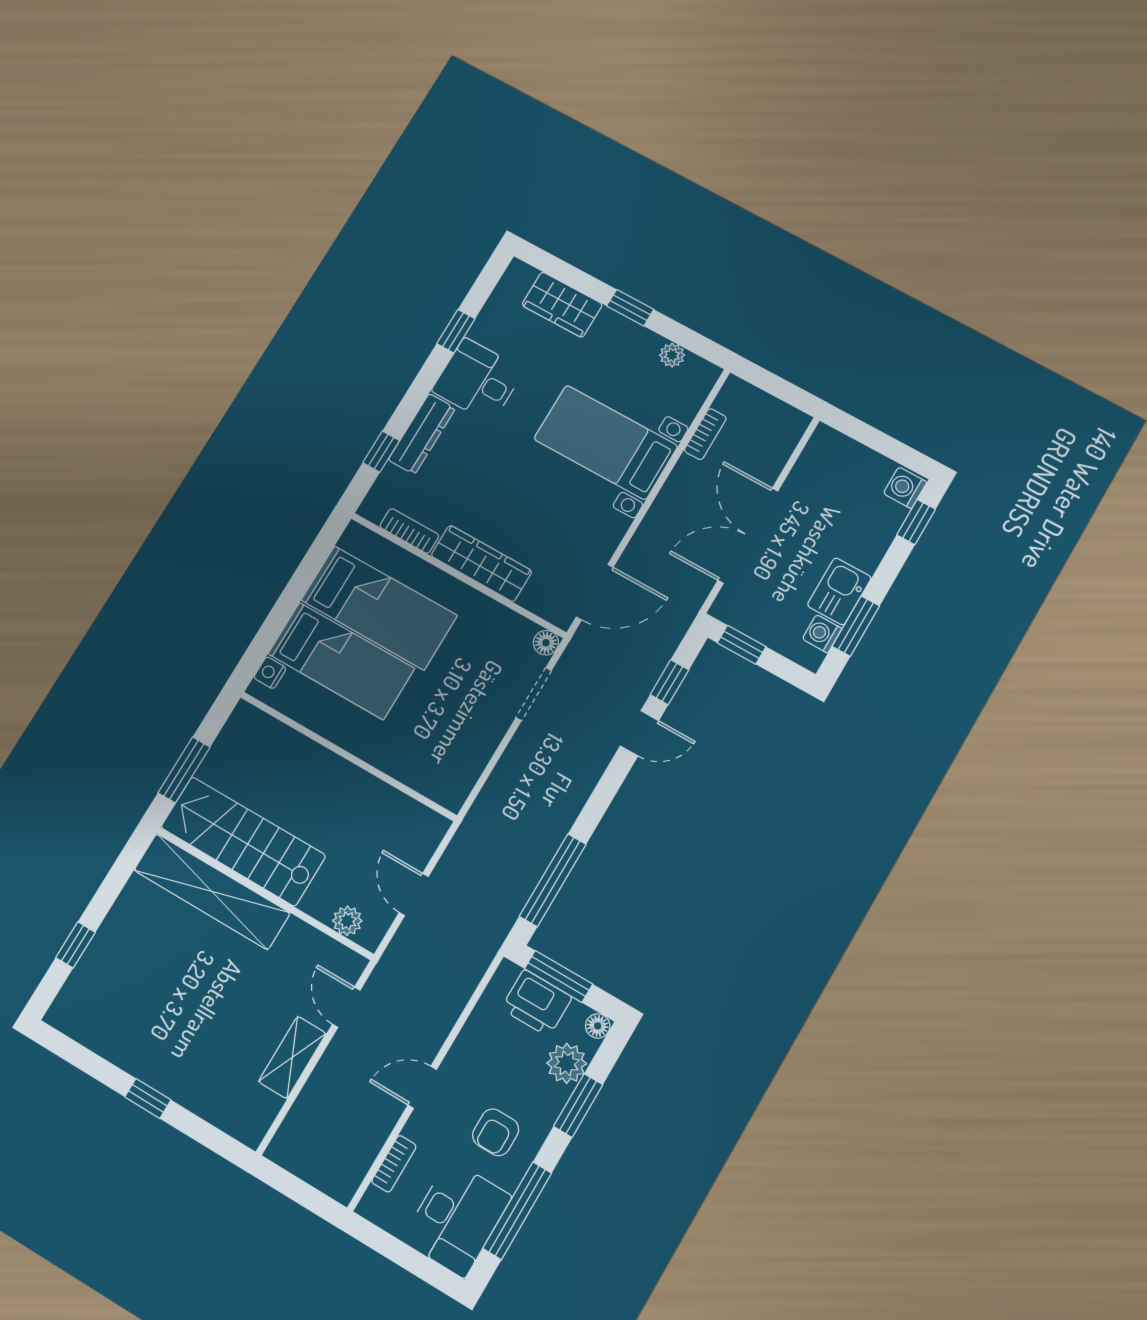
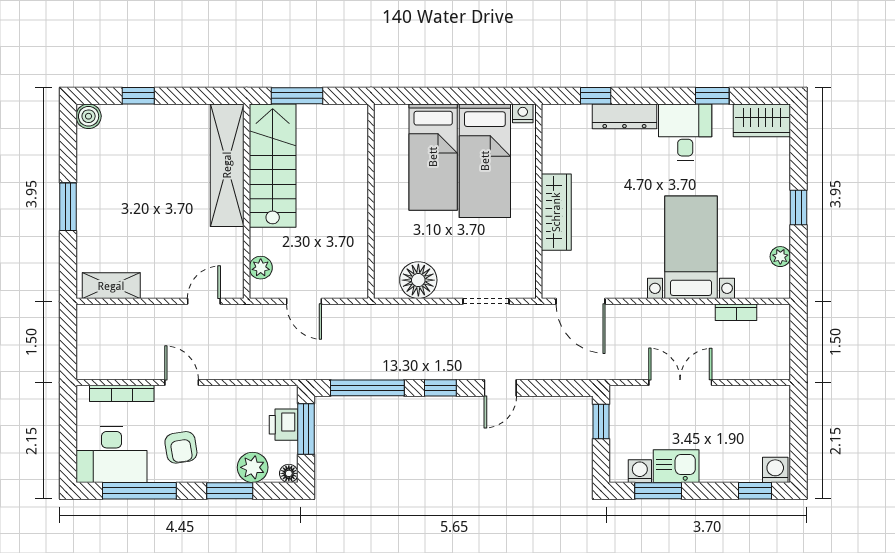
wardrobe: (562, 305) -> (762, 120), moved, turned -90
bookcase: (409, 531) -> (551, 149), removed
double door: (748, 536) -> (680, 382), width x0.73
floor lamp: (546, 643) -> (418, 280), moved, width x1.89, depth x1.89
nightstand: (270, 673) -> (523, 113), moved
window: (669, 682) -> (440, 388), moved
door: (639, 733) -> (500, 388), hinge flipped
door: (414, 894) -> (304, 301), swing flipped
printer: (537, 1003) -> (284, 425), width x0.73, depth x0.81
boiler: (63, 1014) -> (89, 116), added
shelving: (292, 1057) -> (111, 286), moved
window: (148, 1098) -> (68, 207), width x1.50
armchair: (496, 1132) -> (181, 447), turned -99
bookcase: (394, 1164) -> (122, 393), width x1.56

